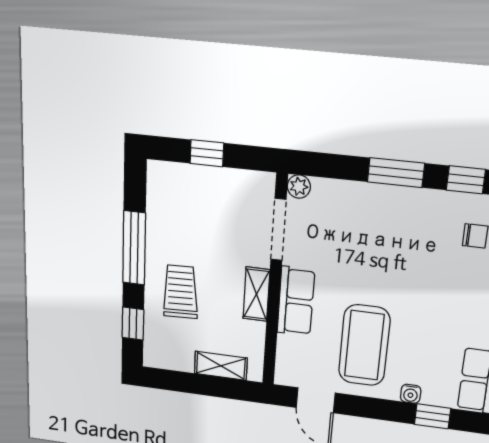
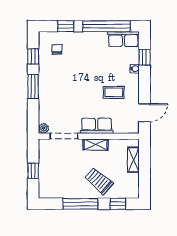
trolley: (180, 292) -> (99, 181), turned 43
coffee table: (364, 345) -> (114, 92), width x0.54, depth x0.58

